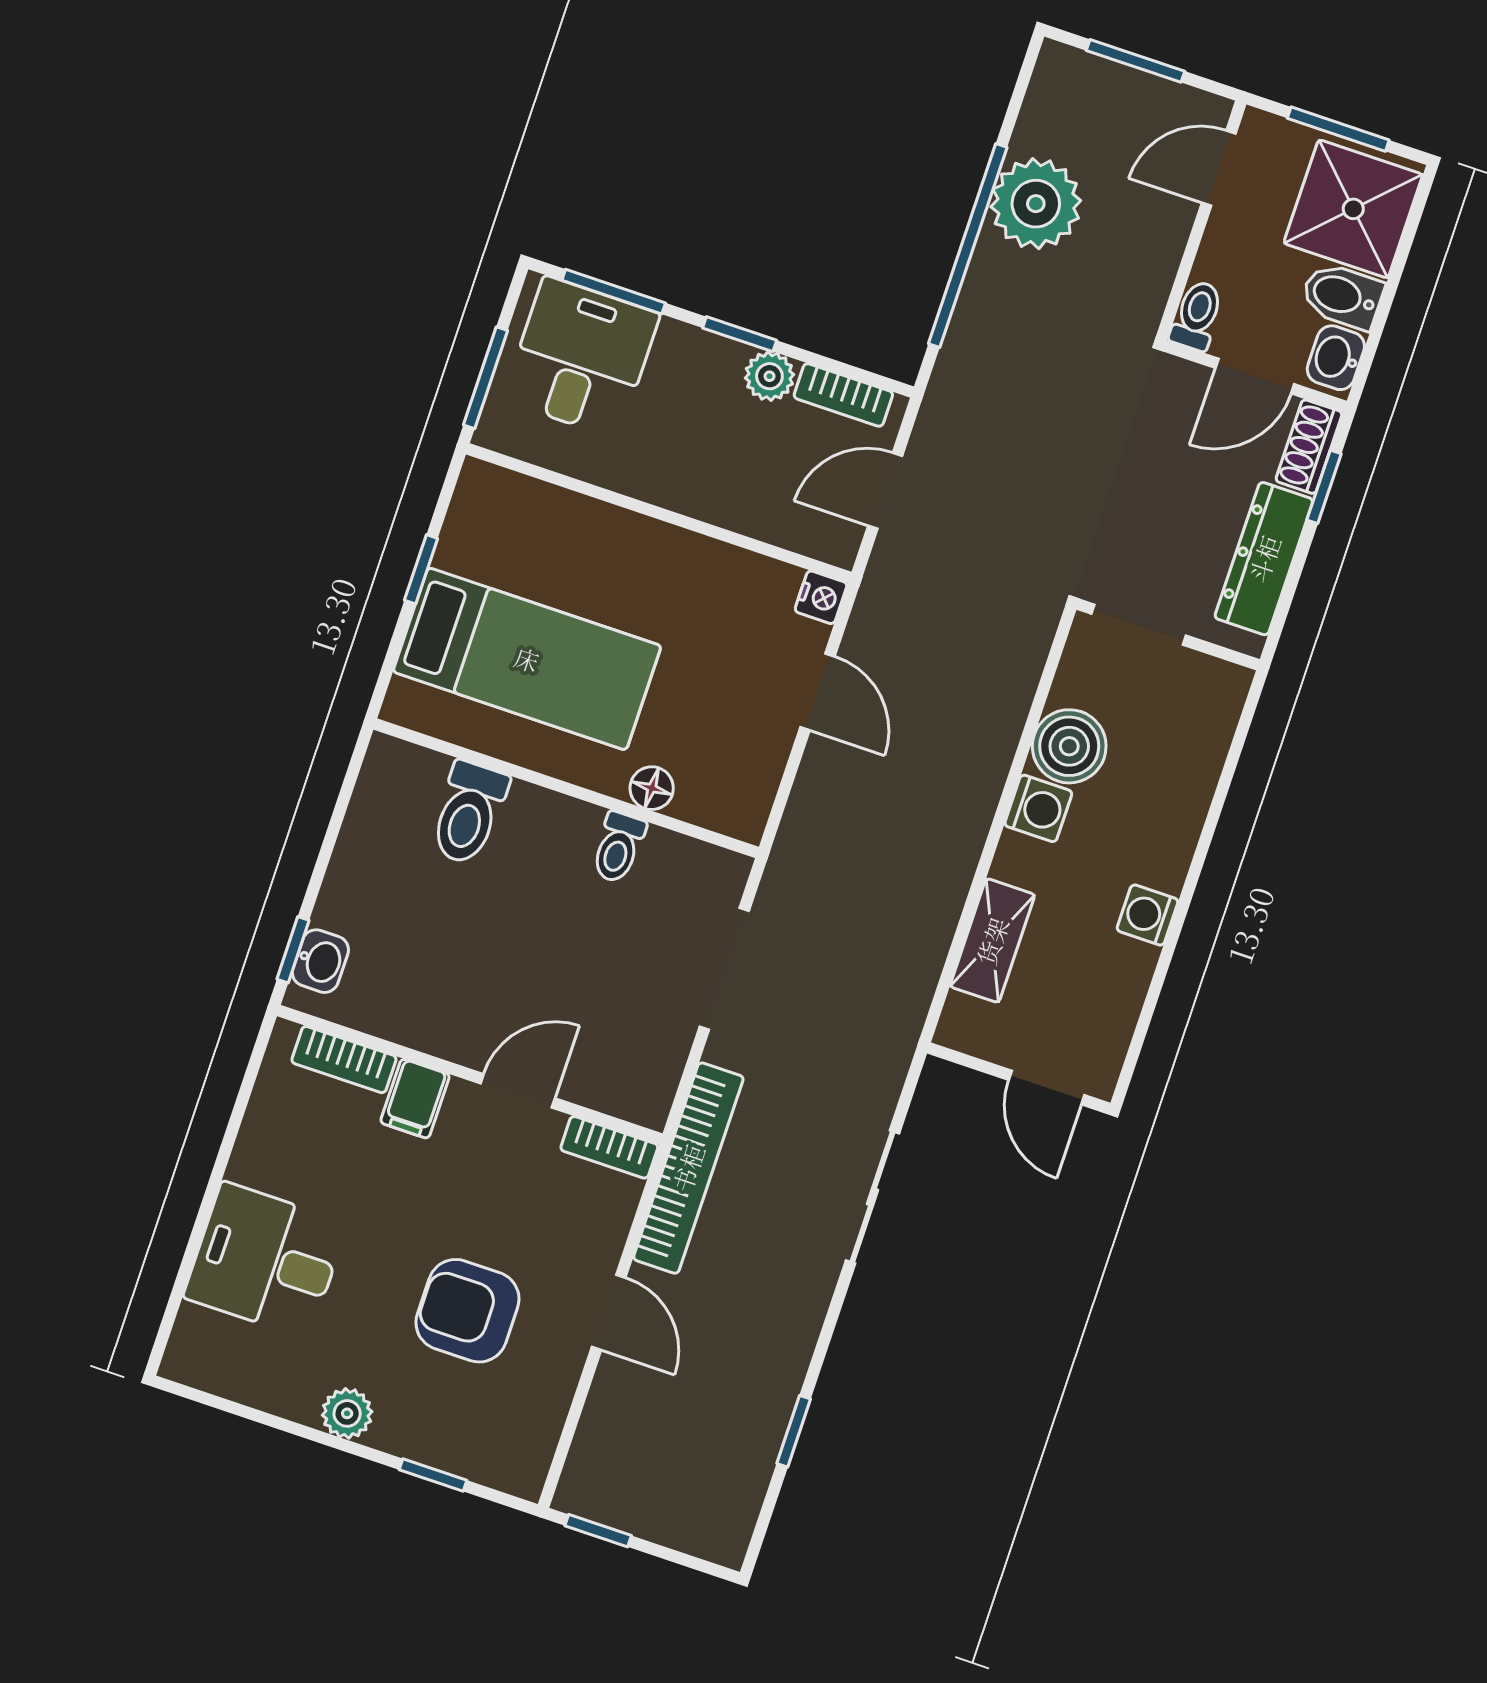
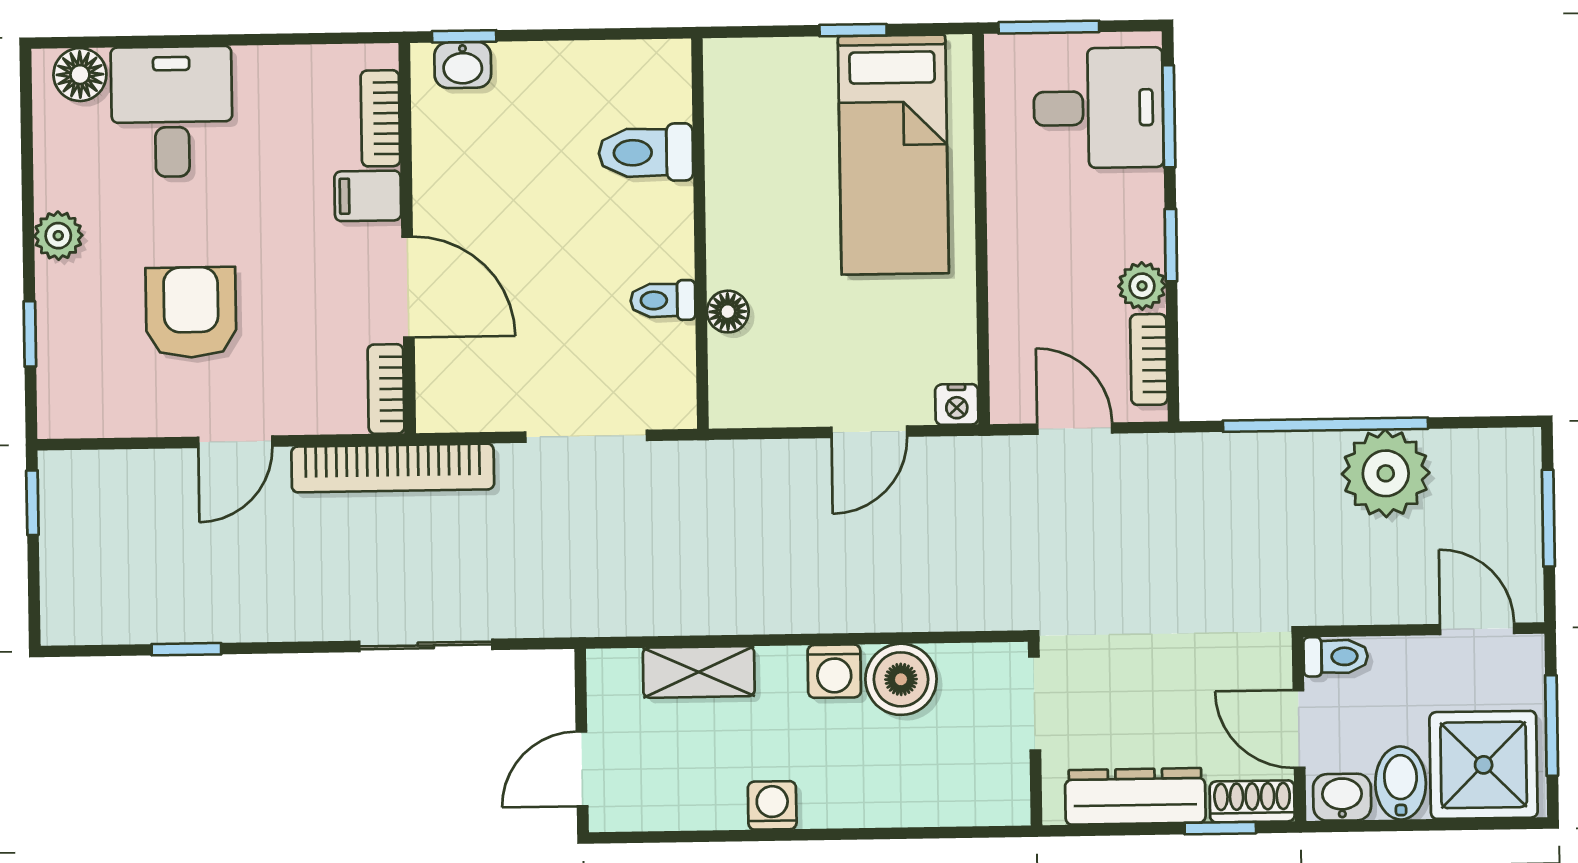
bed: (527, 659) -> (893, 155), moved
door: (518, 1091) -> (408, 287), width x1.38
floor lamp: (198, 1337) -> (80, 75), added

